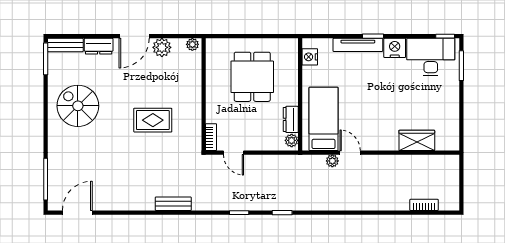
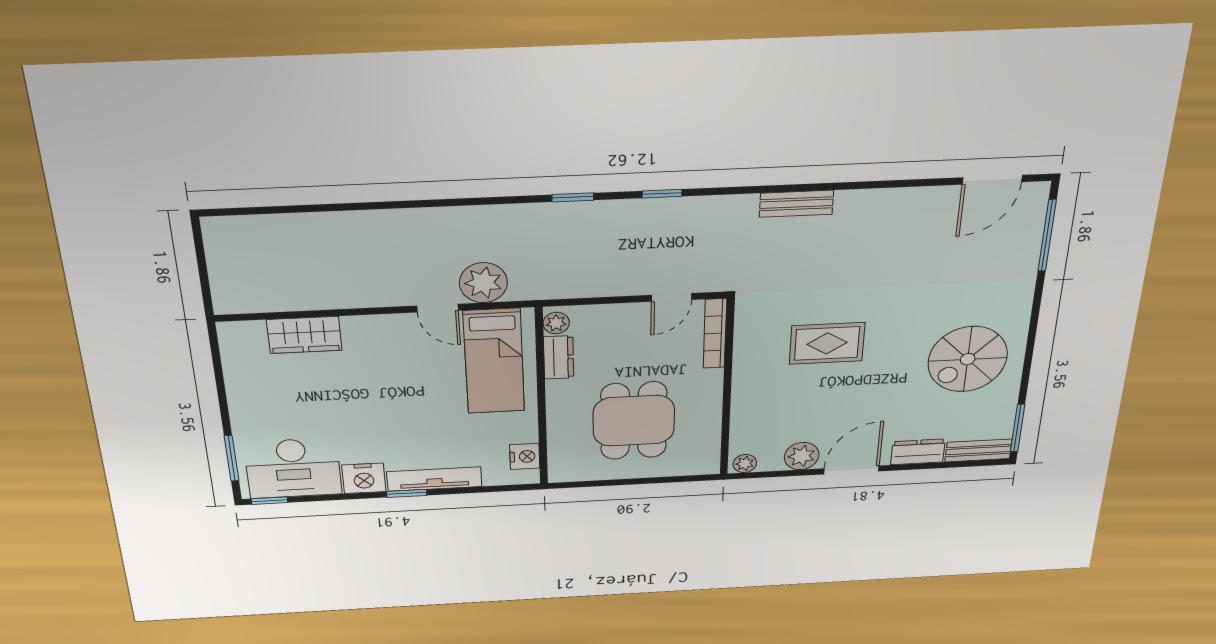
spiral stairs: (78, 106) -> (968, 359), turned 90
bookcase: (211, 137) -> (715, 334), width x1.56
door: (234, 153) -> (672, 297), swing flipped
plant: (332, 161) -> (483, 283), width x1.87, depth x1.87
bookcase: (424, 205) -> (276, 224), removed

